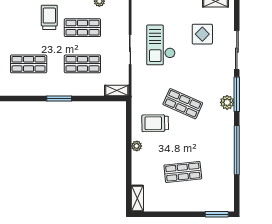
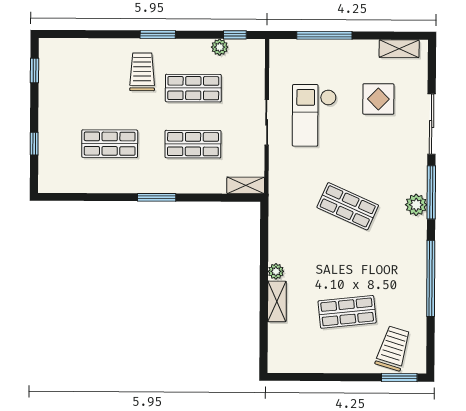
trolley: (155, 123) -> (393, 348), moved, turned 108
shelving: (137, 198) -> (277, 301), moved

